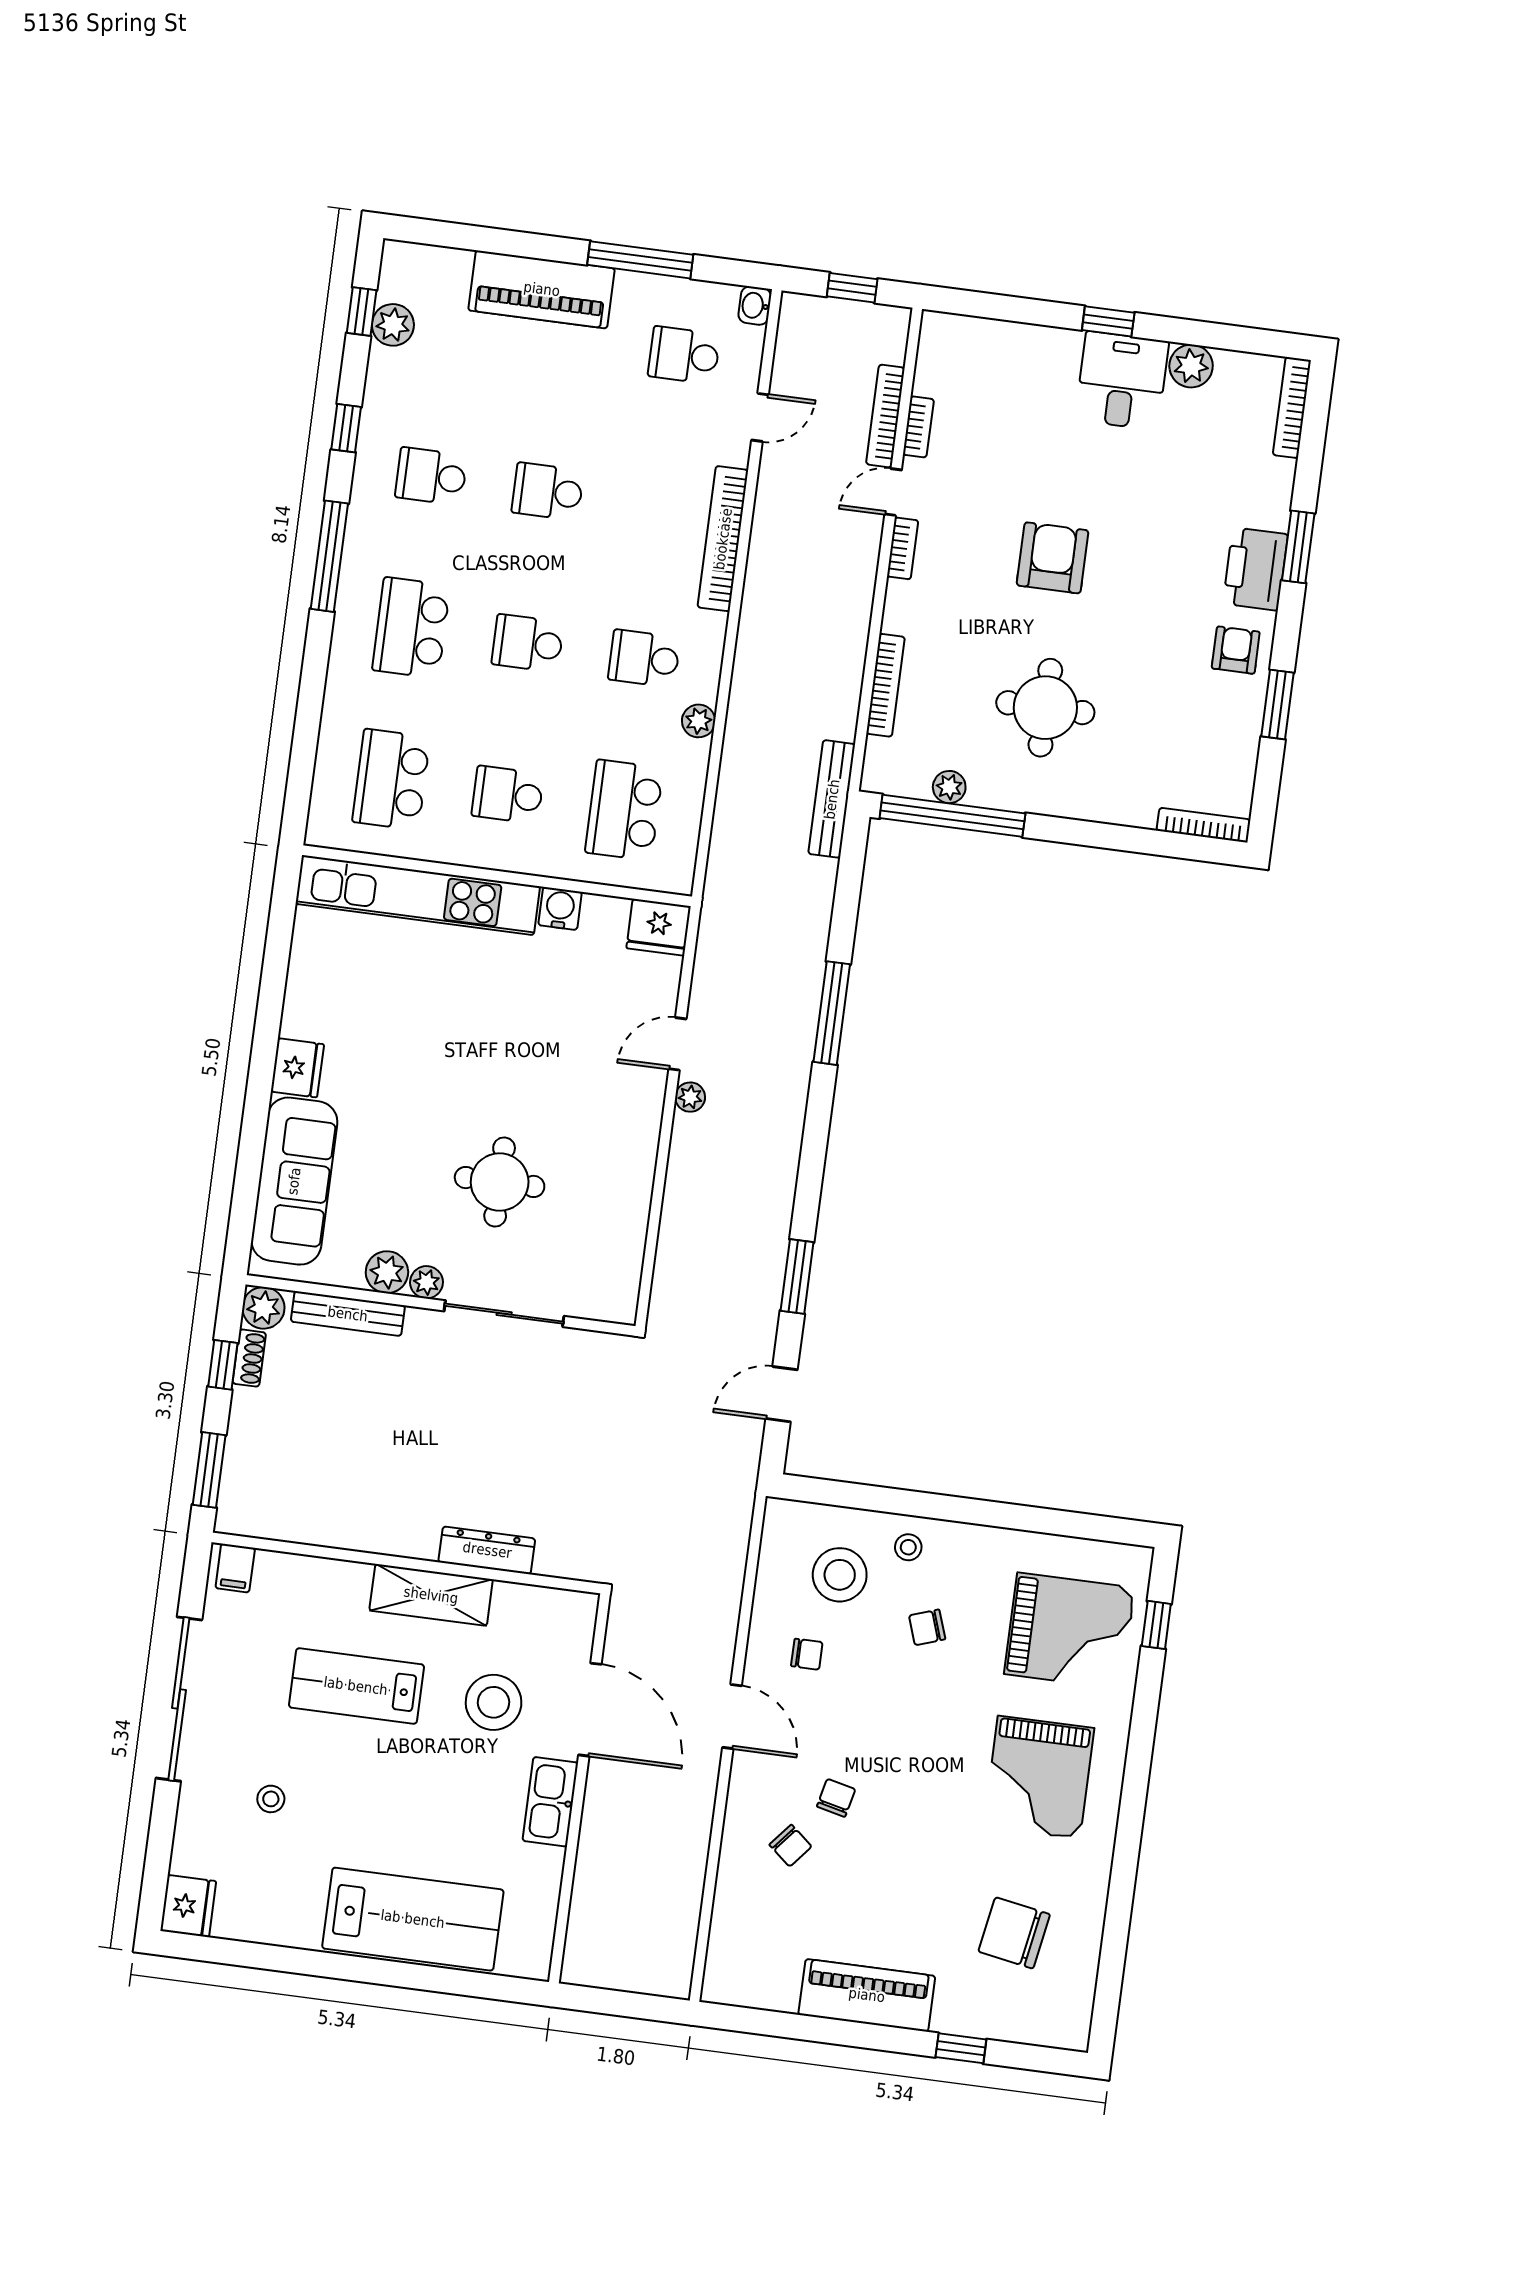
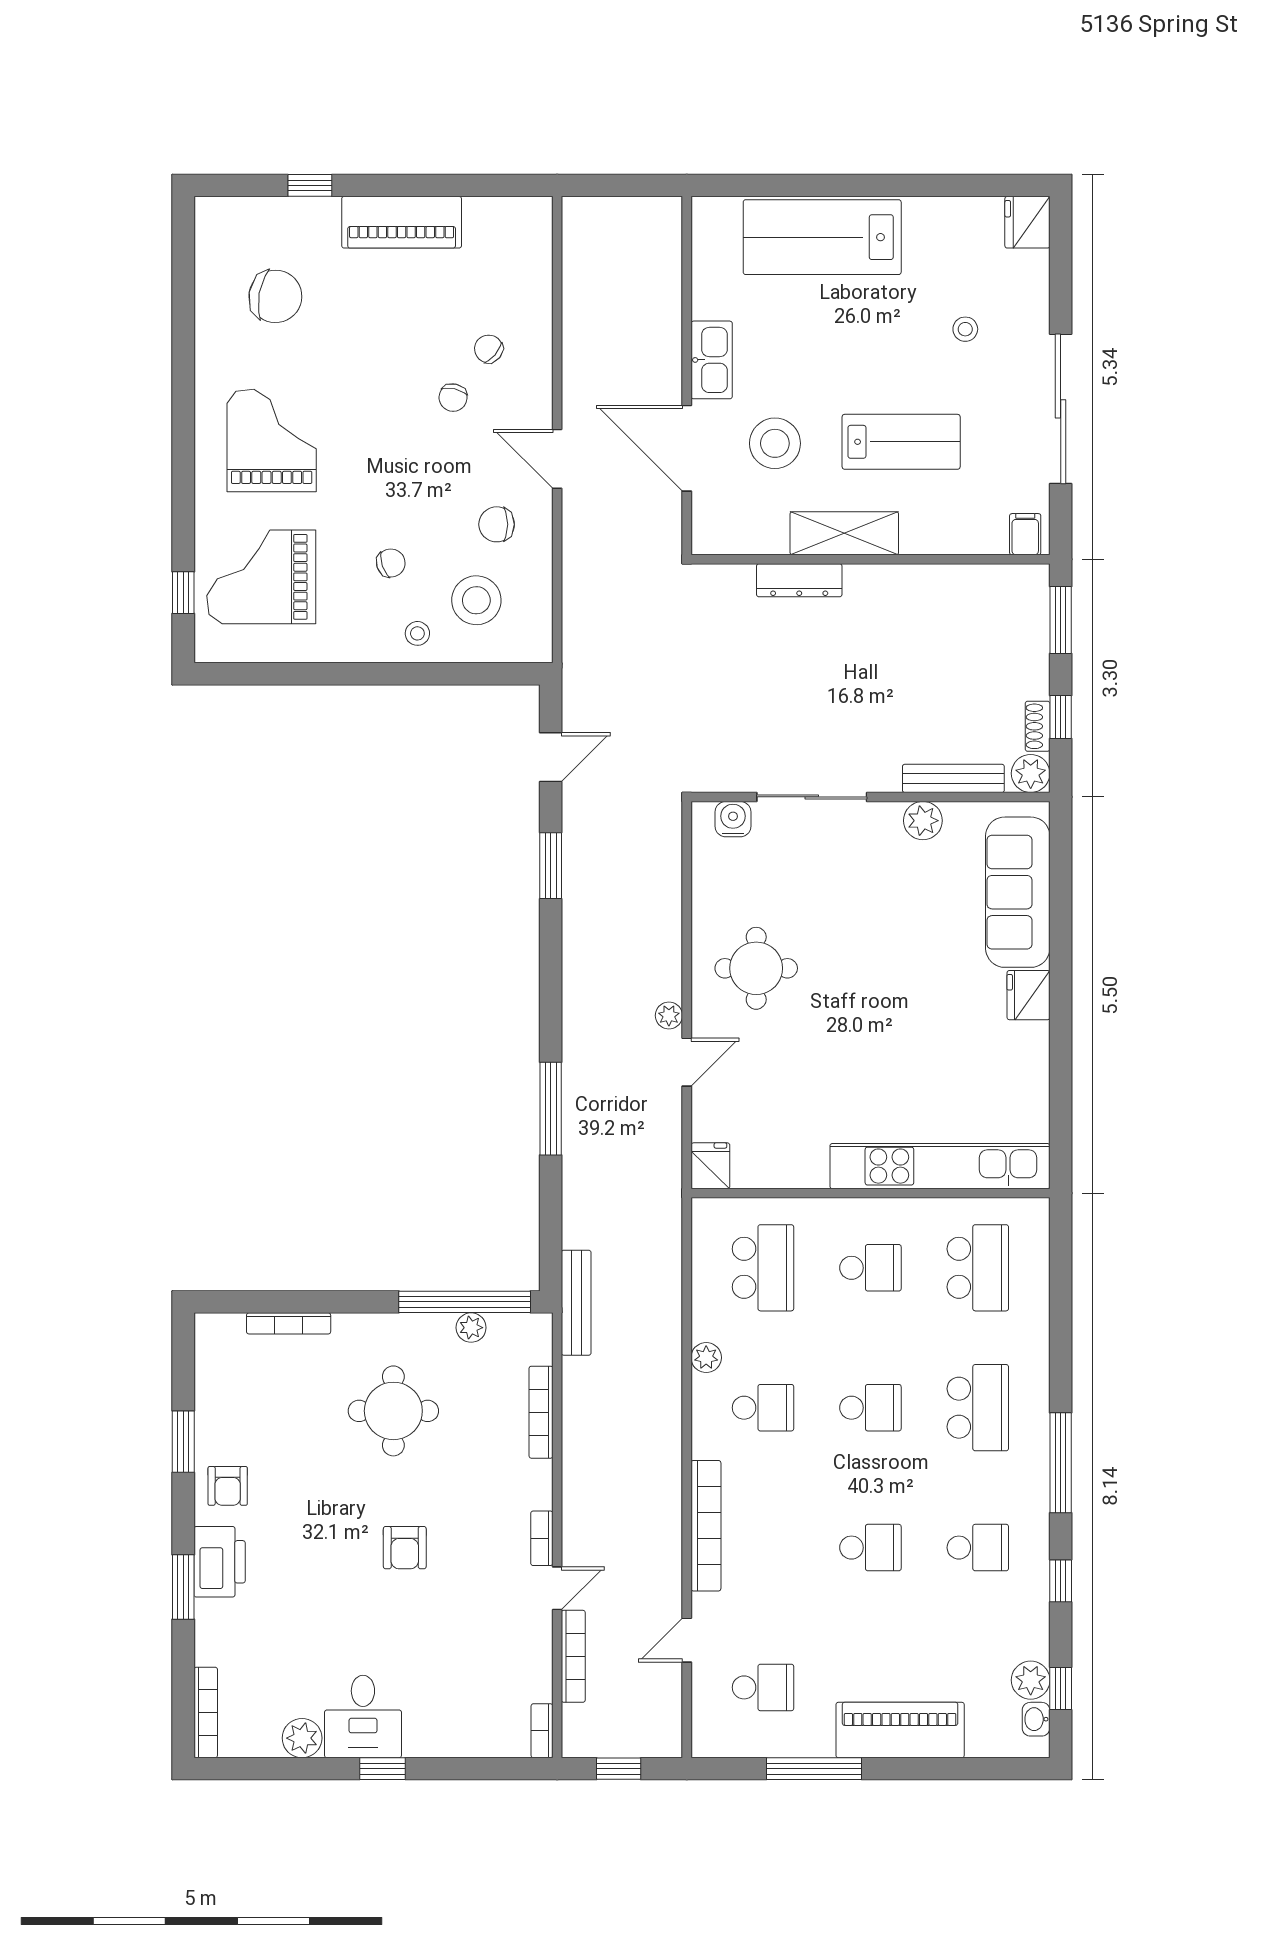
washbasin: (755, 306) -> (1036, 1719), moved, turned 180
bookcase: (918, 427) -> (542, 1731), moved
armchair: (1053, 558) -> (405, 1548), width x0.72, depth x0.72
bookcase: (1204, 825) -> (289, 1323), moved
water cooler: (560, 908) -> (733, 819), moved, turned 180
fridge: (659, 927) -> (710, 1166), width x0.72
round table: (500, 1182) -> (756, 968), moved
plant: (427, 1282) -> (886, 816), removed
chair: (807, 1654) -> (497, 524), width x1.37, depth x1.37

